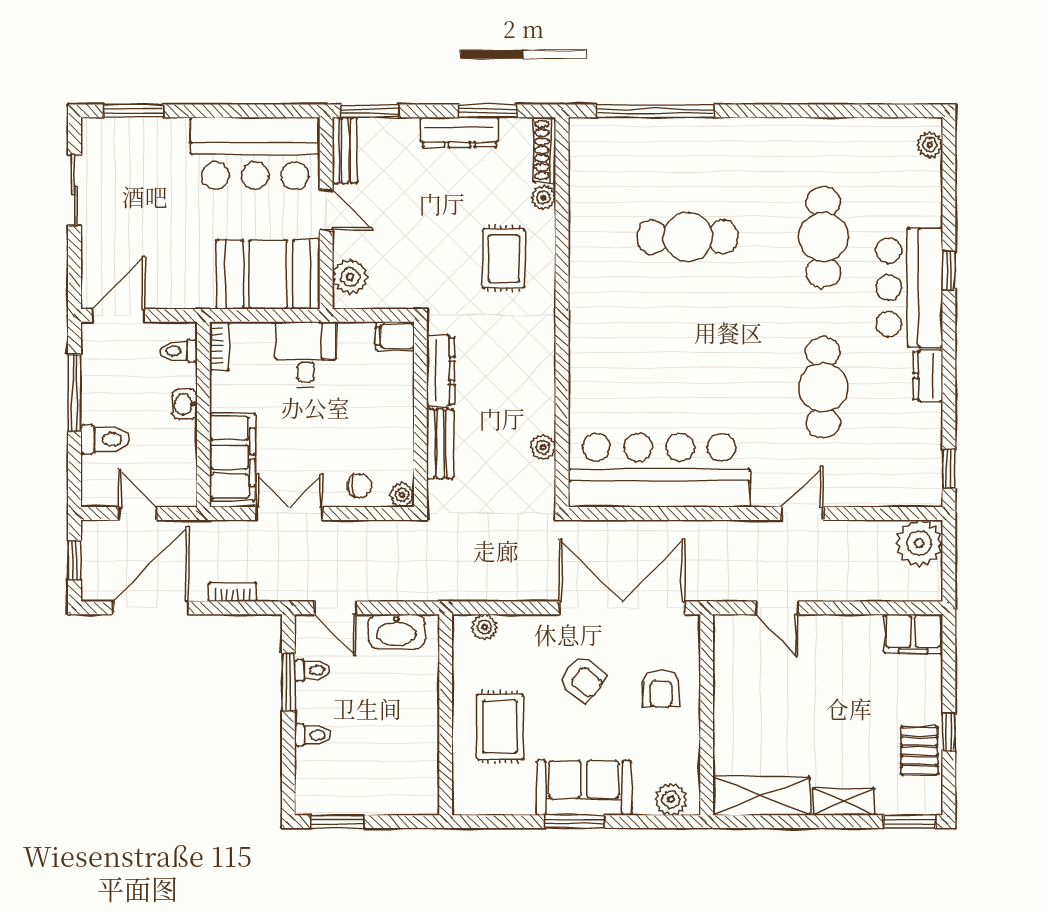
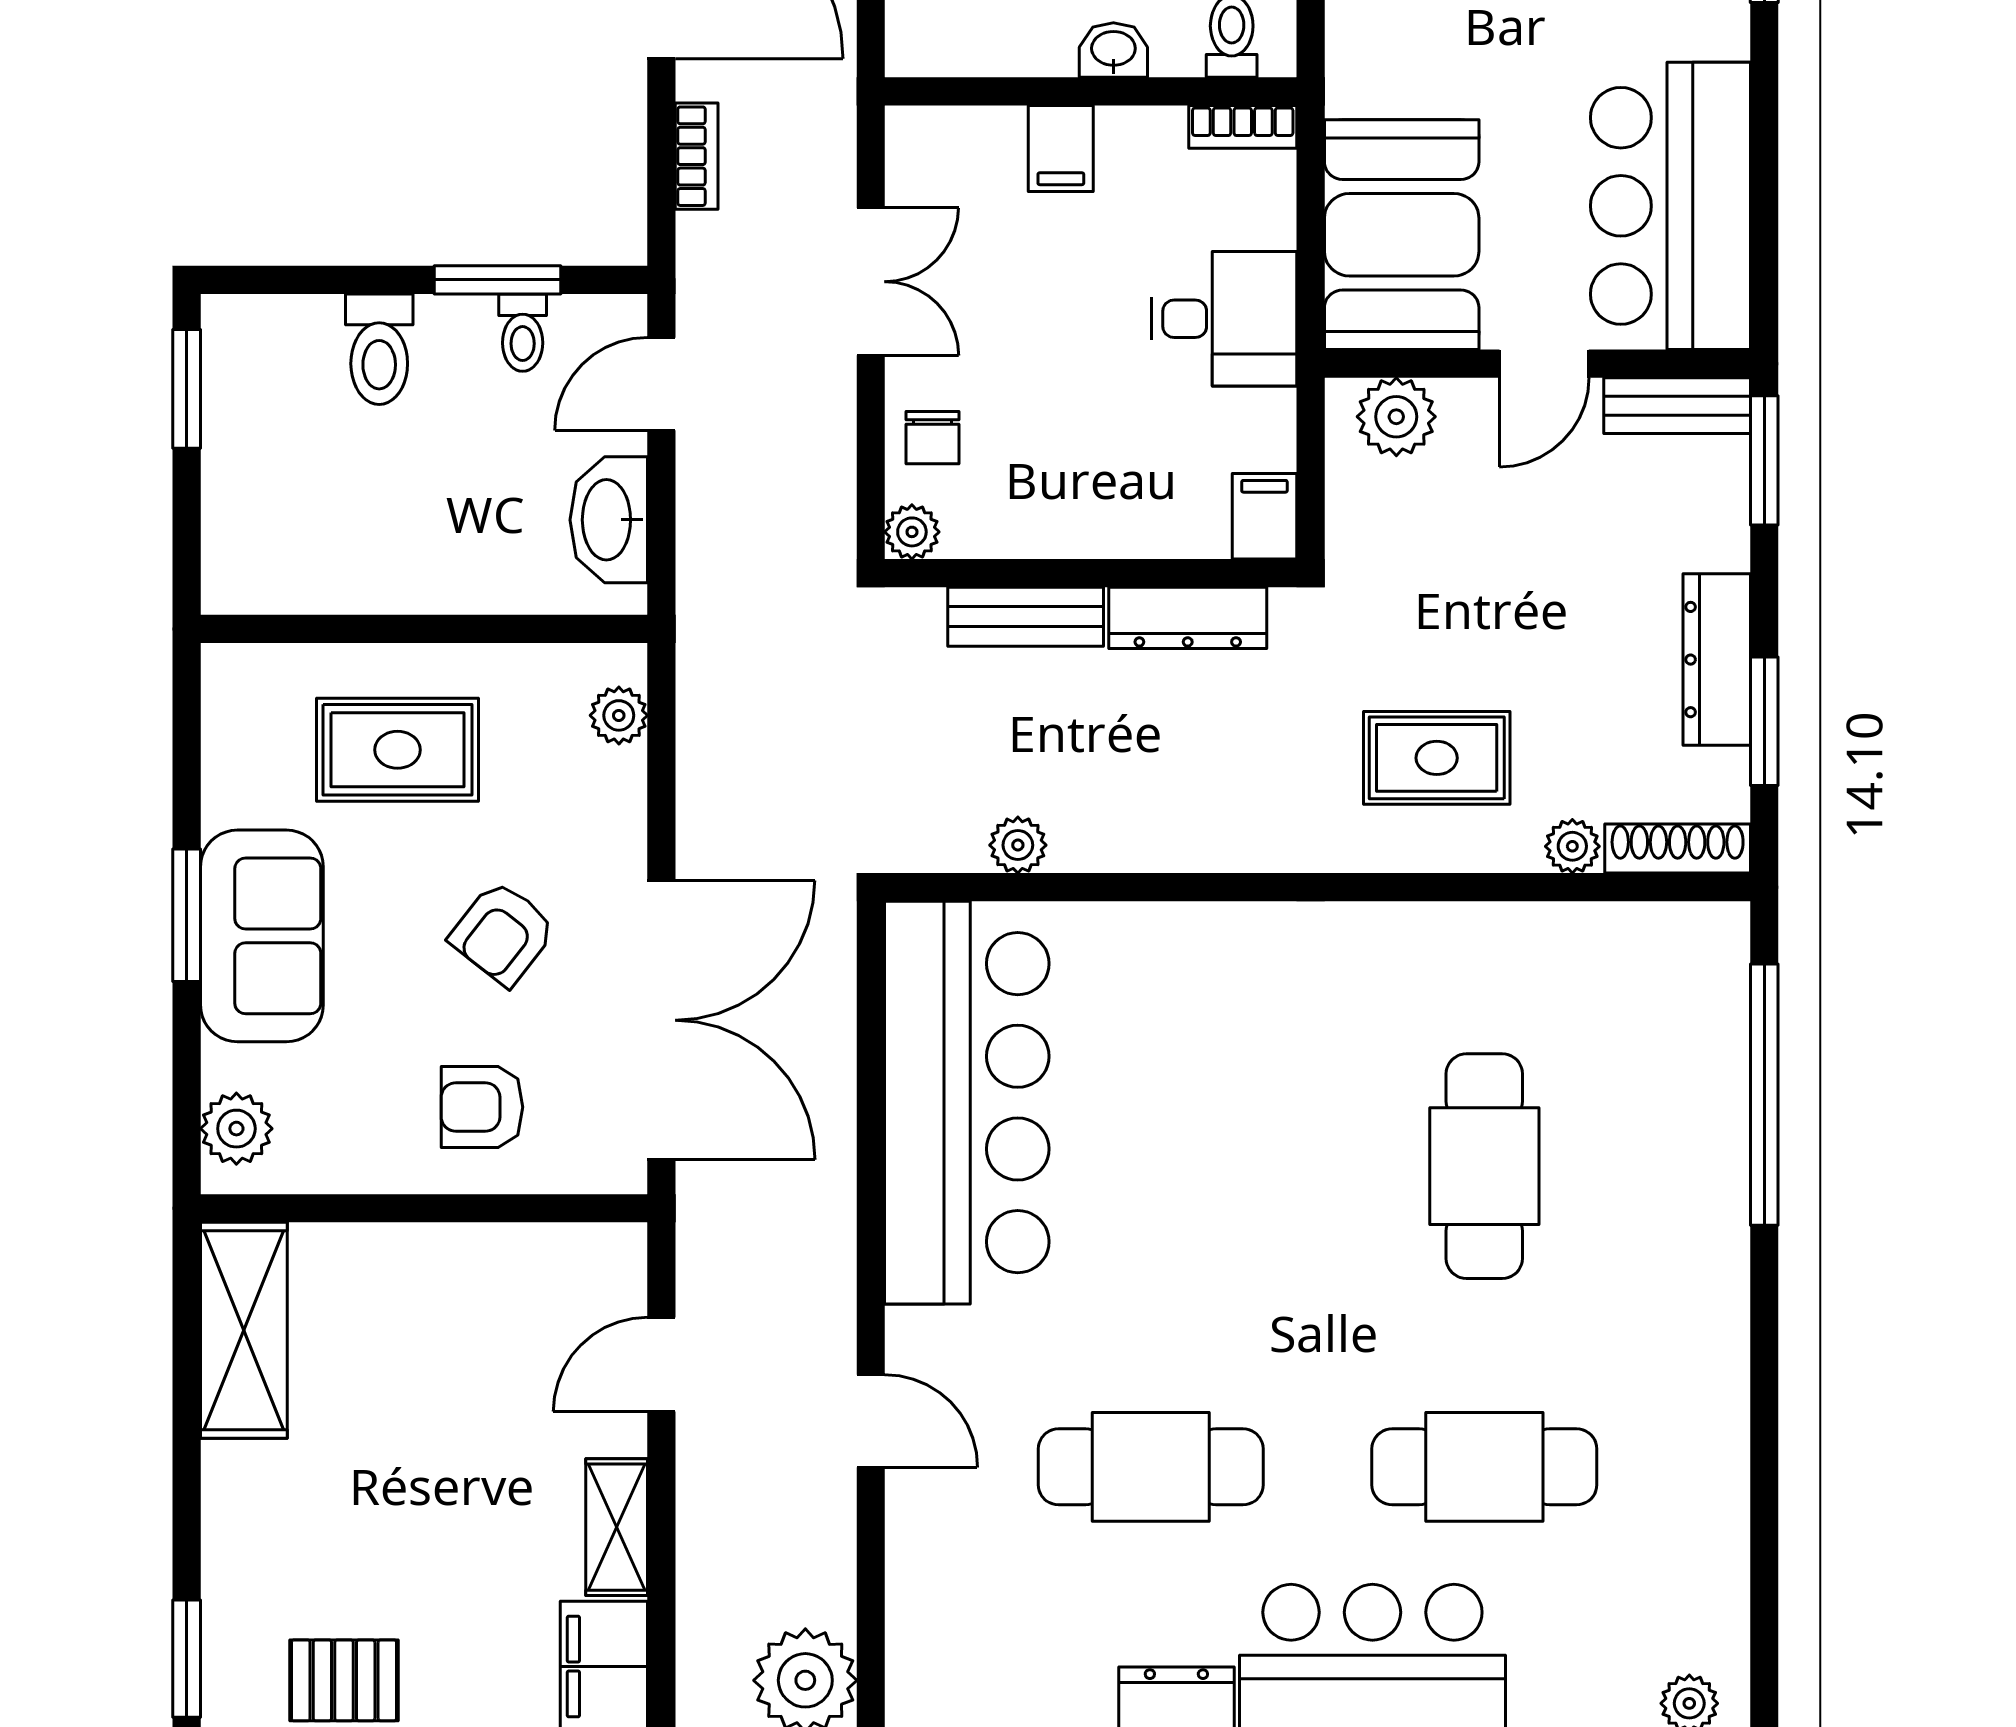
filing cabinet: (232, 457) -> (1061, 149), width x0.33, depth x0.86
toilet: (313, 735) -> (379, 349), width x1.37, depth x1.39
shelving: (844, 802) -> (617, 1527), moved

